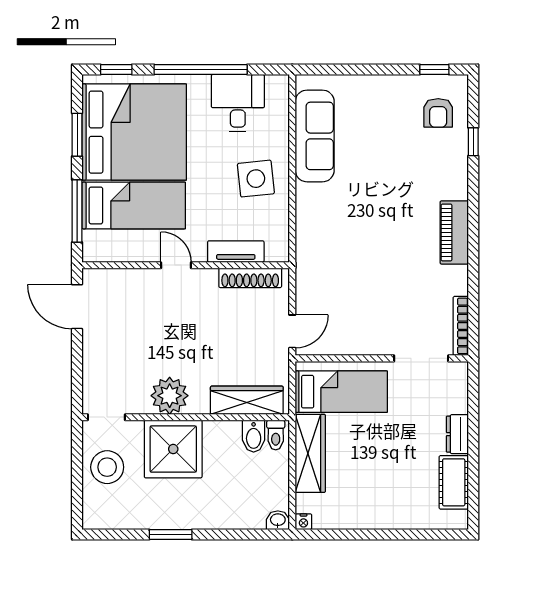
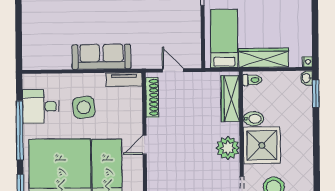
sofa: (315, 136) -> (101, 57), moved
side table: (256, 179) -> (84, 107), moved
tv unit: (236, 252) -> (124, 80), moved, turned -90
door: (292, 331) -> (173, 70), moved
bidet: (254, 436) -> (253, 119), moved
window: (171, 534) -> (316, 94), moved

